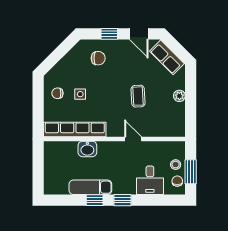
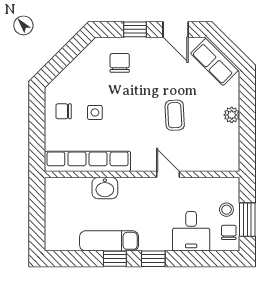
chair: (98, 58) -> (120, 63), turned -90

